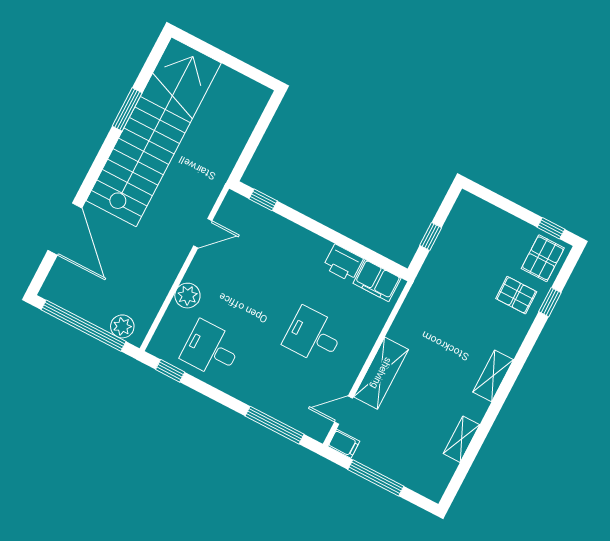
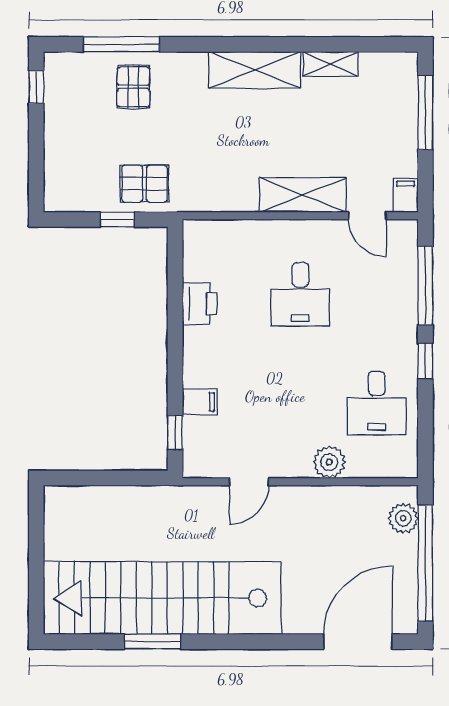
door: (65, 229) -> (358, 642), moved
door: (203, 233) -> (249, 482), swing flipped
pallet: (543, 258) -> (144, 184), moved
filing cabinet: (377, 281) -> (200, 402), moved, width x0.50
window: (550, 302) -> (121, 44), width x2.17
window: (170, 371) -> (425, 361), moved
shelving: (493, 376) -> (255, 70), width x1.50, depth x1.33
window: (376, 478) -> (425, 113), moved

